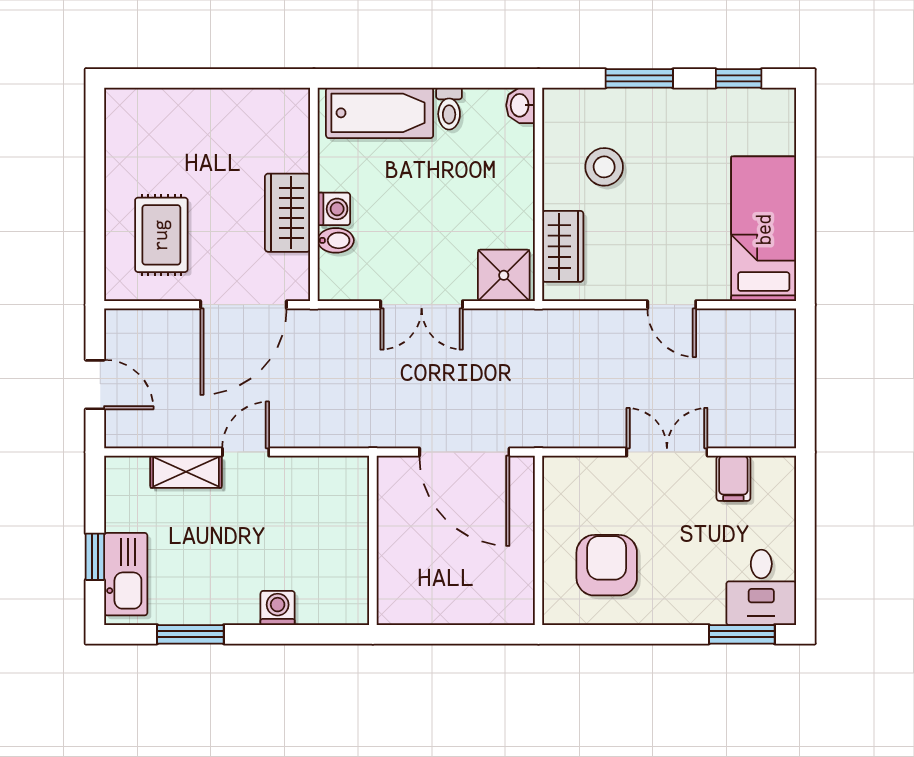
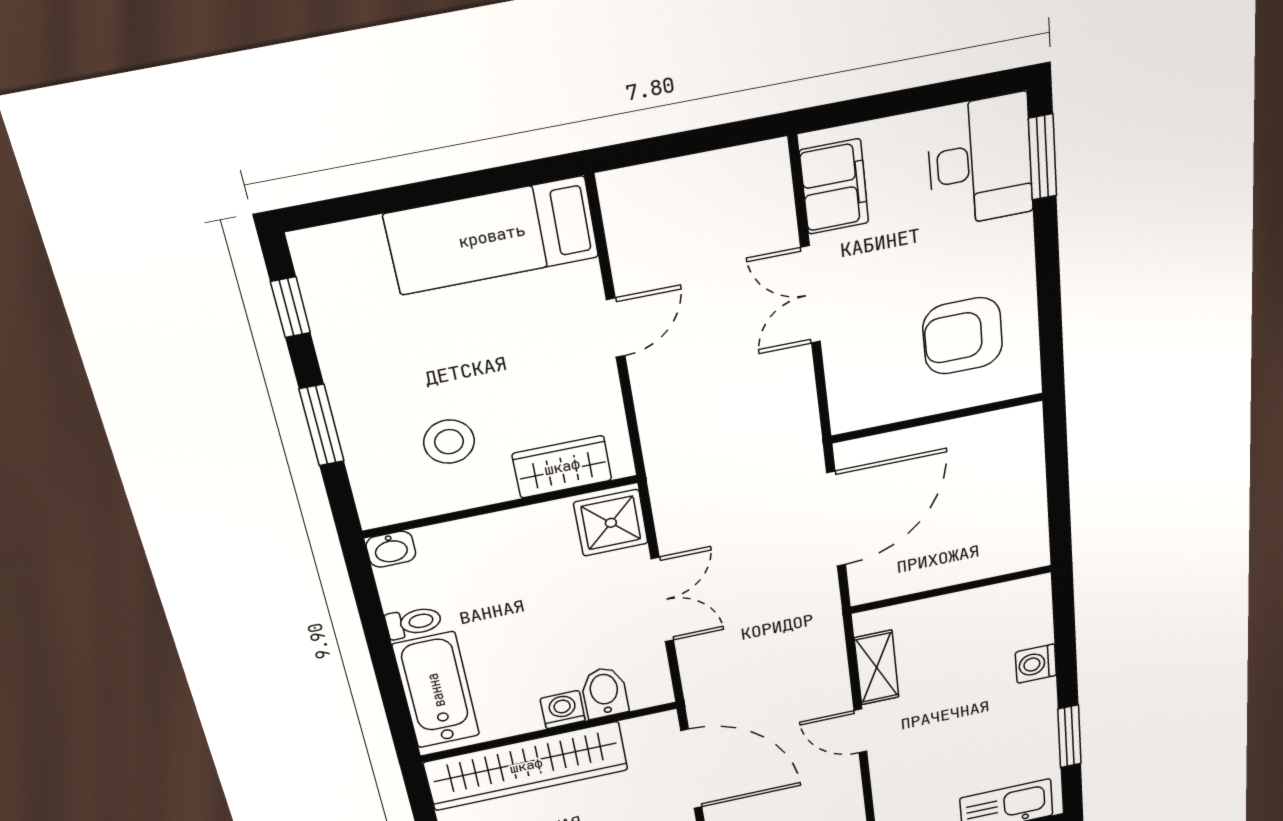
wardrobe: (288, 213) -> (526, 766), width x2.10, depth x1.17
bidet: (336, 240) -> (604, 692), width x1.38, depth x1.36
shelving: (186, 472) -> (877, 668), moved
filing cabinet: (733, 478) -> (834, 187), width x2.00
desk: (761, 587) -> (980, 161), width x1.37

